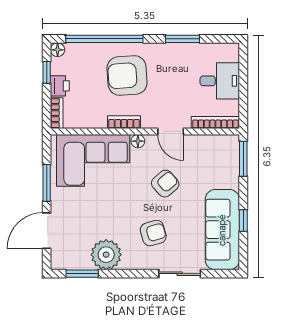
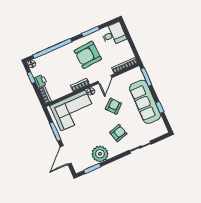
armchair: (127, 75) -> (88, 55), moved
desk: (220, 81) -> (114, 34), moved
door: (171, 131) -> (105, 79), hinge flipped
sofa: (222, 230) -> (145, 102), moved

